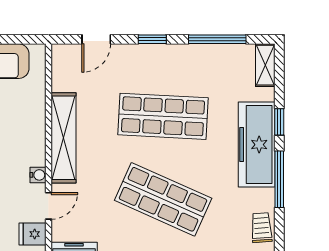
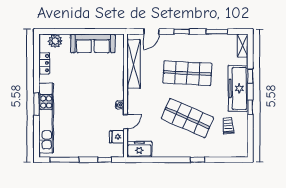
window: (217, 39) -> (217, 32), width x0.69
shelving: (63, 138) -> (134, 64), moved
window: (279, 179) -> (250, 107), width x0.46
trolley: (261, 228) -> (228, 126), moved

